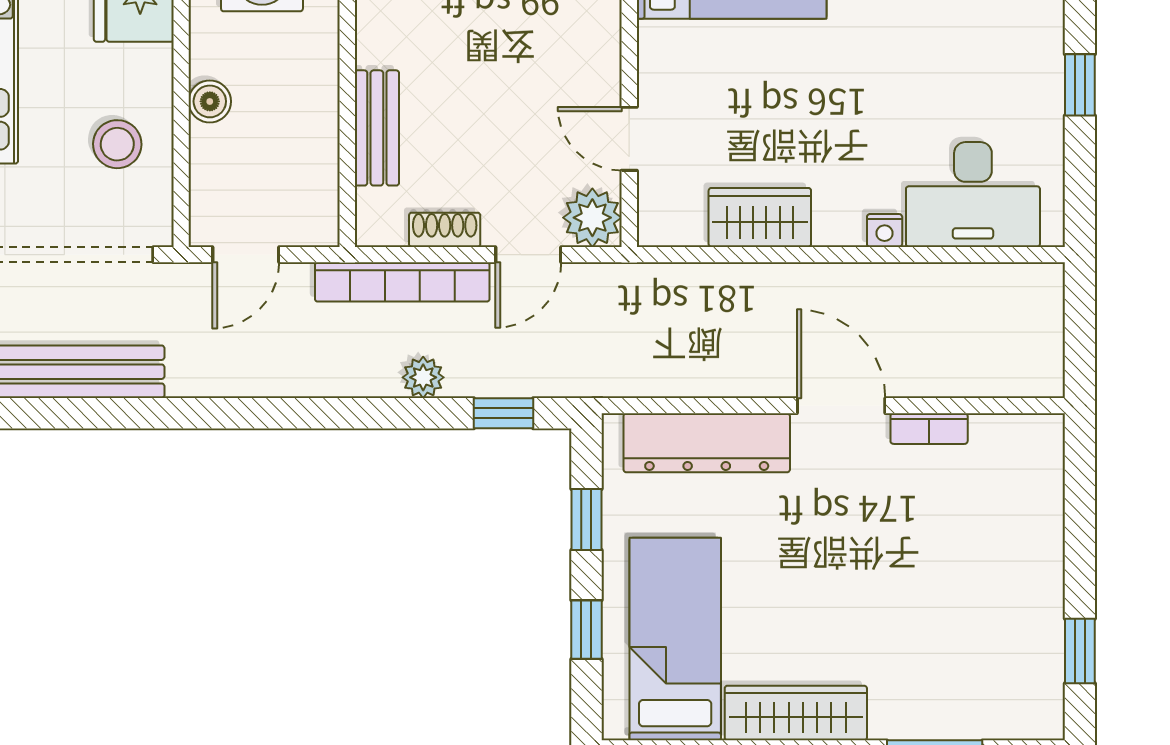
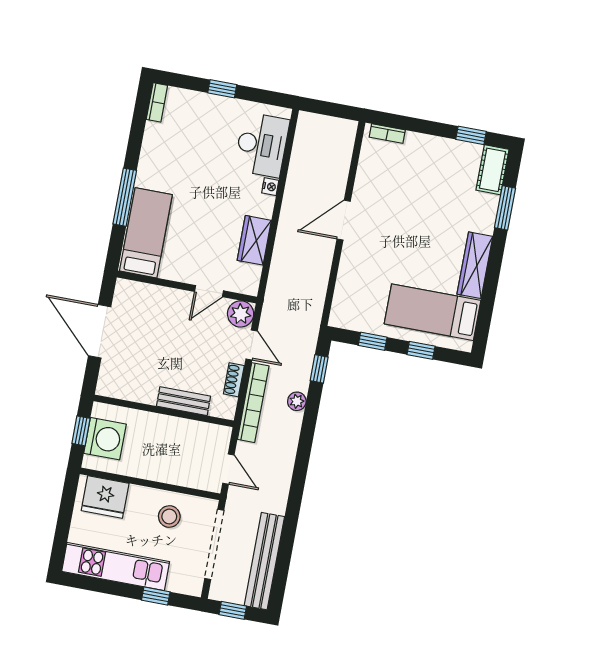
boiler: (210, 101) -> (158, 472), removed
bookcase: (929, 429) -> (387, 134), moved, turned 90
dresser: (707, 443) -> (349, 282), removed
cot: (1013, 712) -> (492, 170), added

